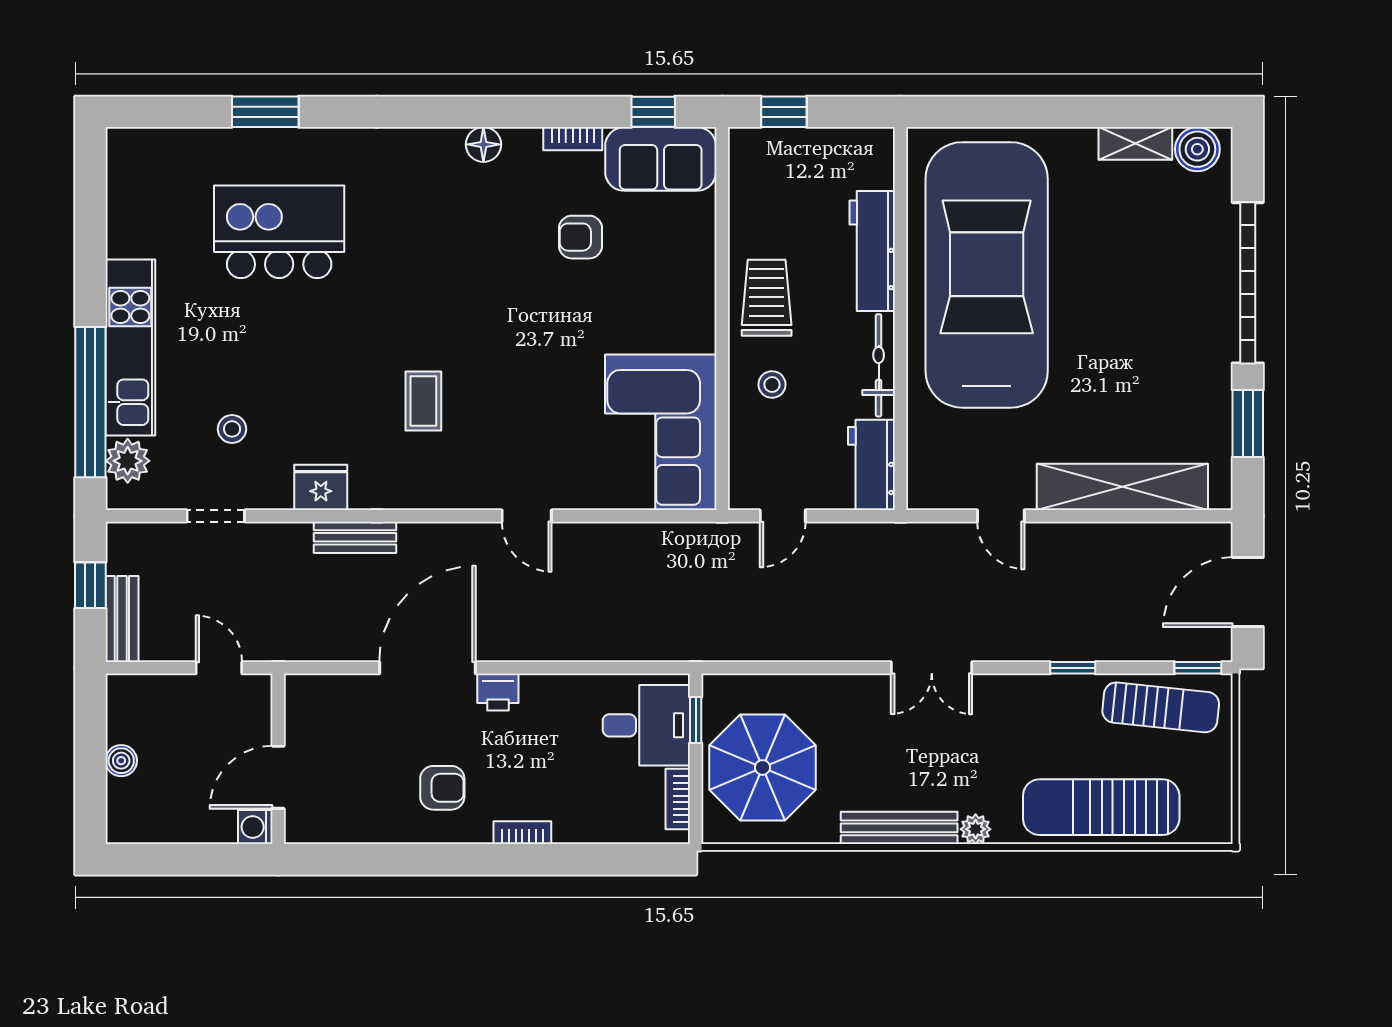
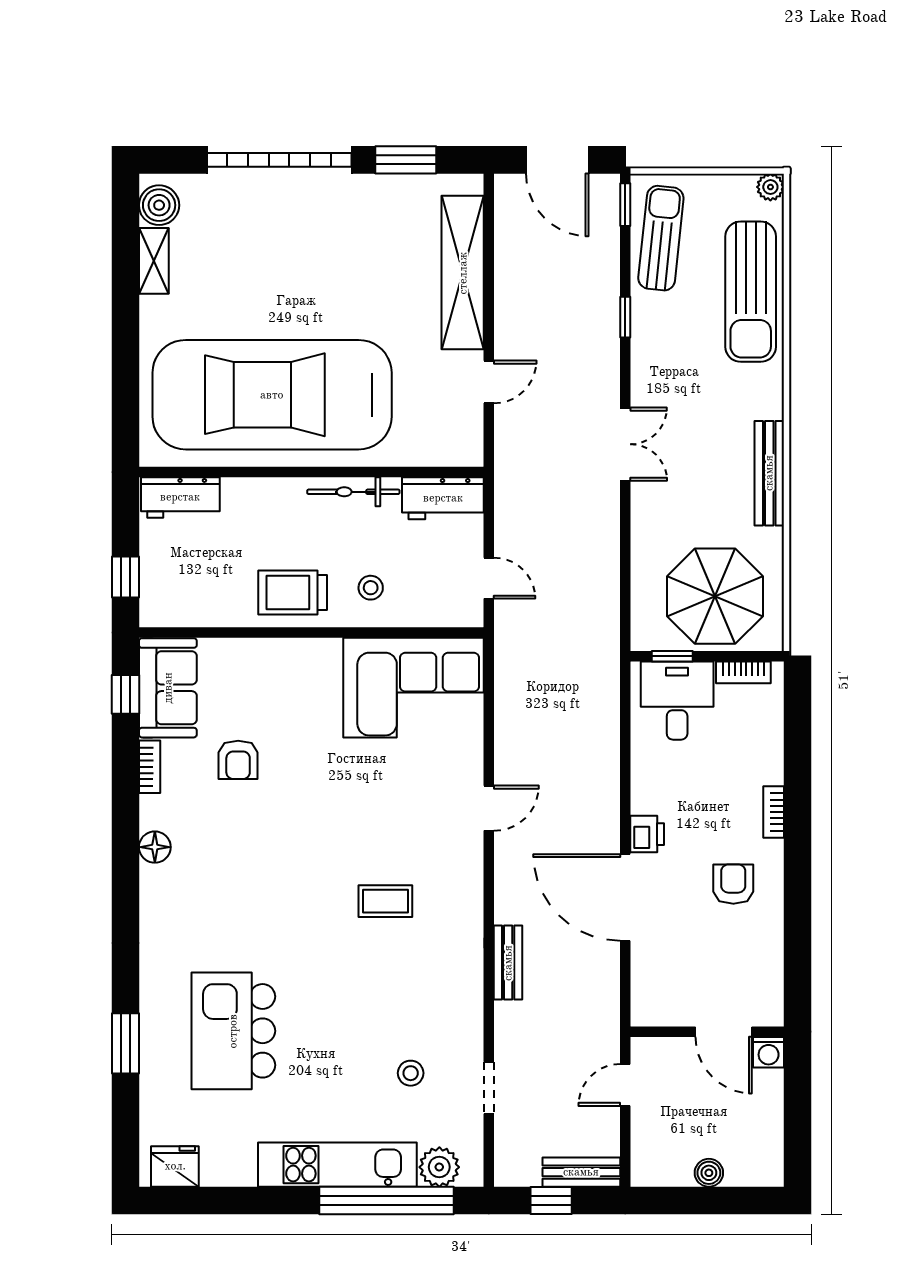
workbench: (872, 251) -> (180, 497), moved, width x0.73
fridge: (321, 487) -> (175, 1166), moved, turned 90
plant: (976, 829) -> (770, 187), moved

